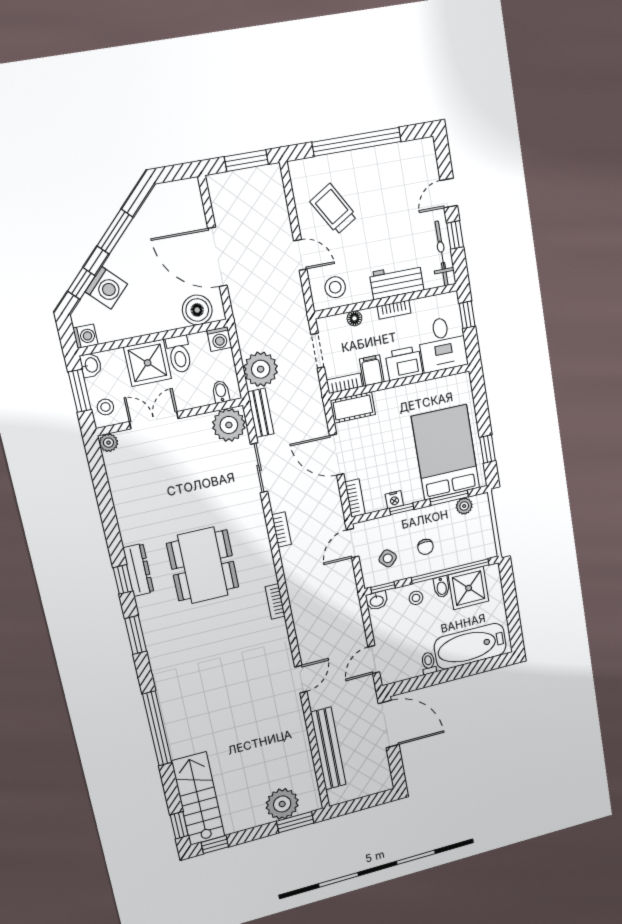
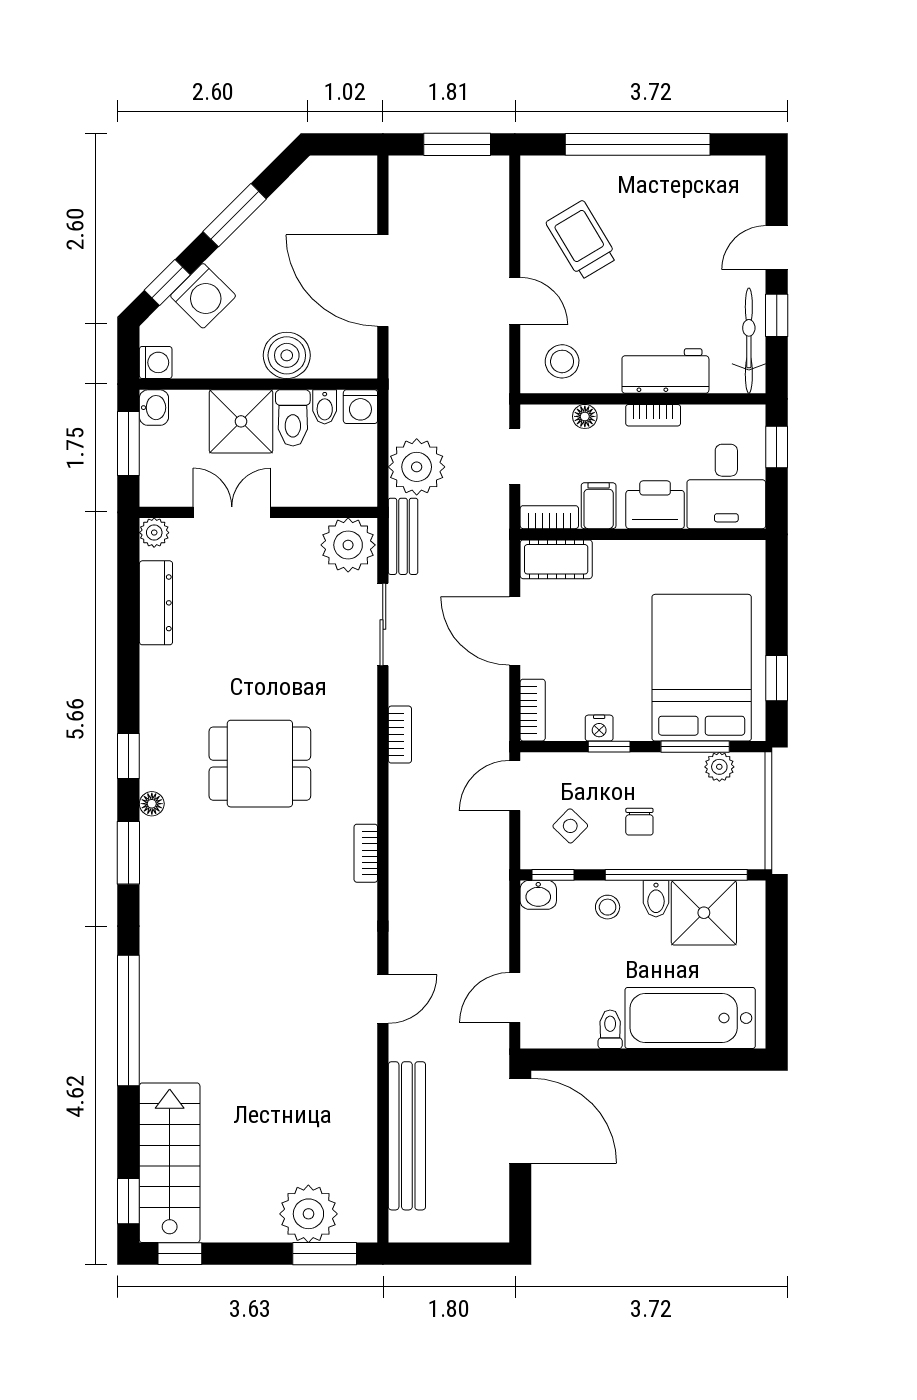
boiler: (197, 310) -> (287, 355), moved
bidet: (221, 392) -> (325, 407), moved, turned 180
stool: (105, 407) -> (162, 476), removed
dining table: (203, 565) -> (260, 764), width x0.73
dresser: (138, 570) -> (156, 603), moved
floor lamp: (143, 604) -> (152, 804), added

